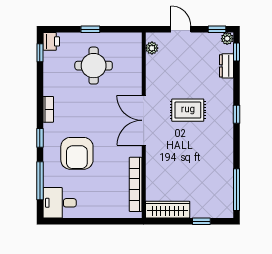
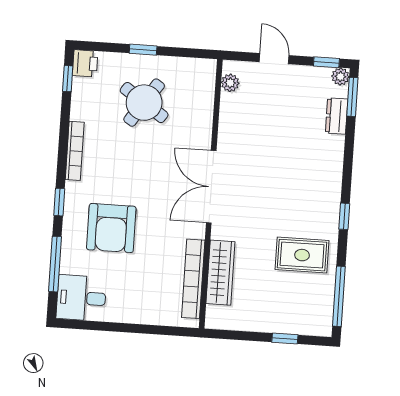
window: (236, 52) -> (352, 97), width x1.50
round table: (94, 66) -> (144, 103), turned 34
bookcase: (48, 109) -> (75, 151), width x1.56
rug: (188, 110) -> (302, 255), moved
window: (236, 114) -> (344, 216), moved
wardrobe: (168, 210) -> (220, 273), moved, turned 90

